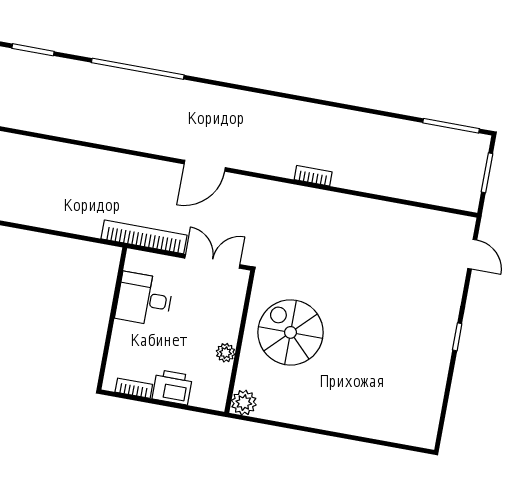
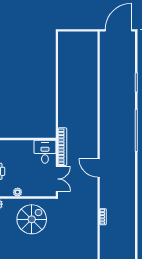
desk: (144, 299) -> (45, 152), moved

